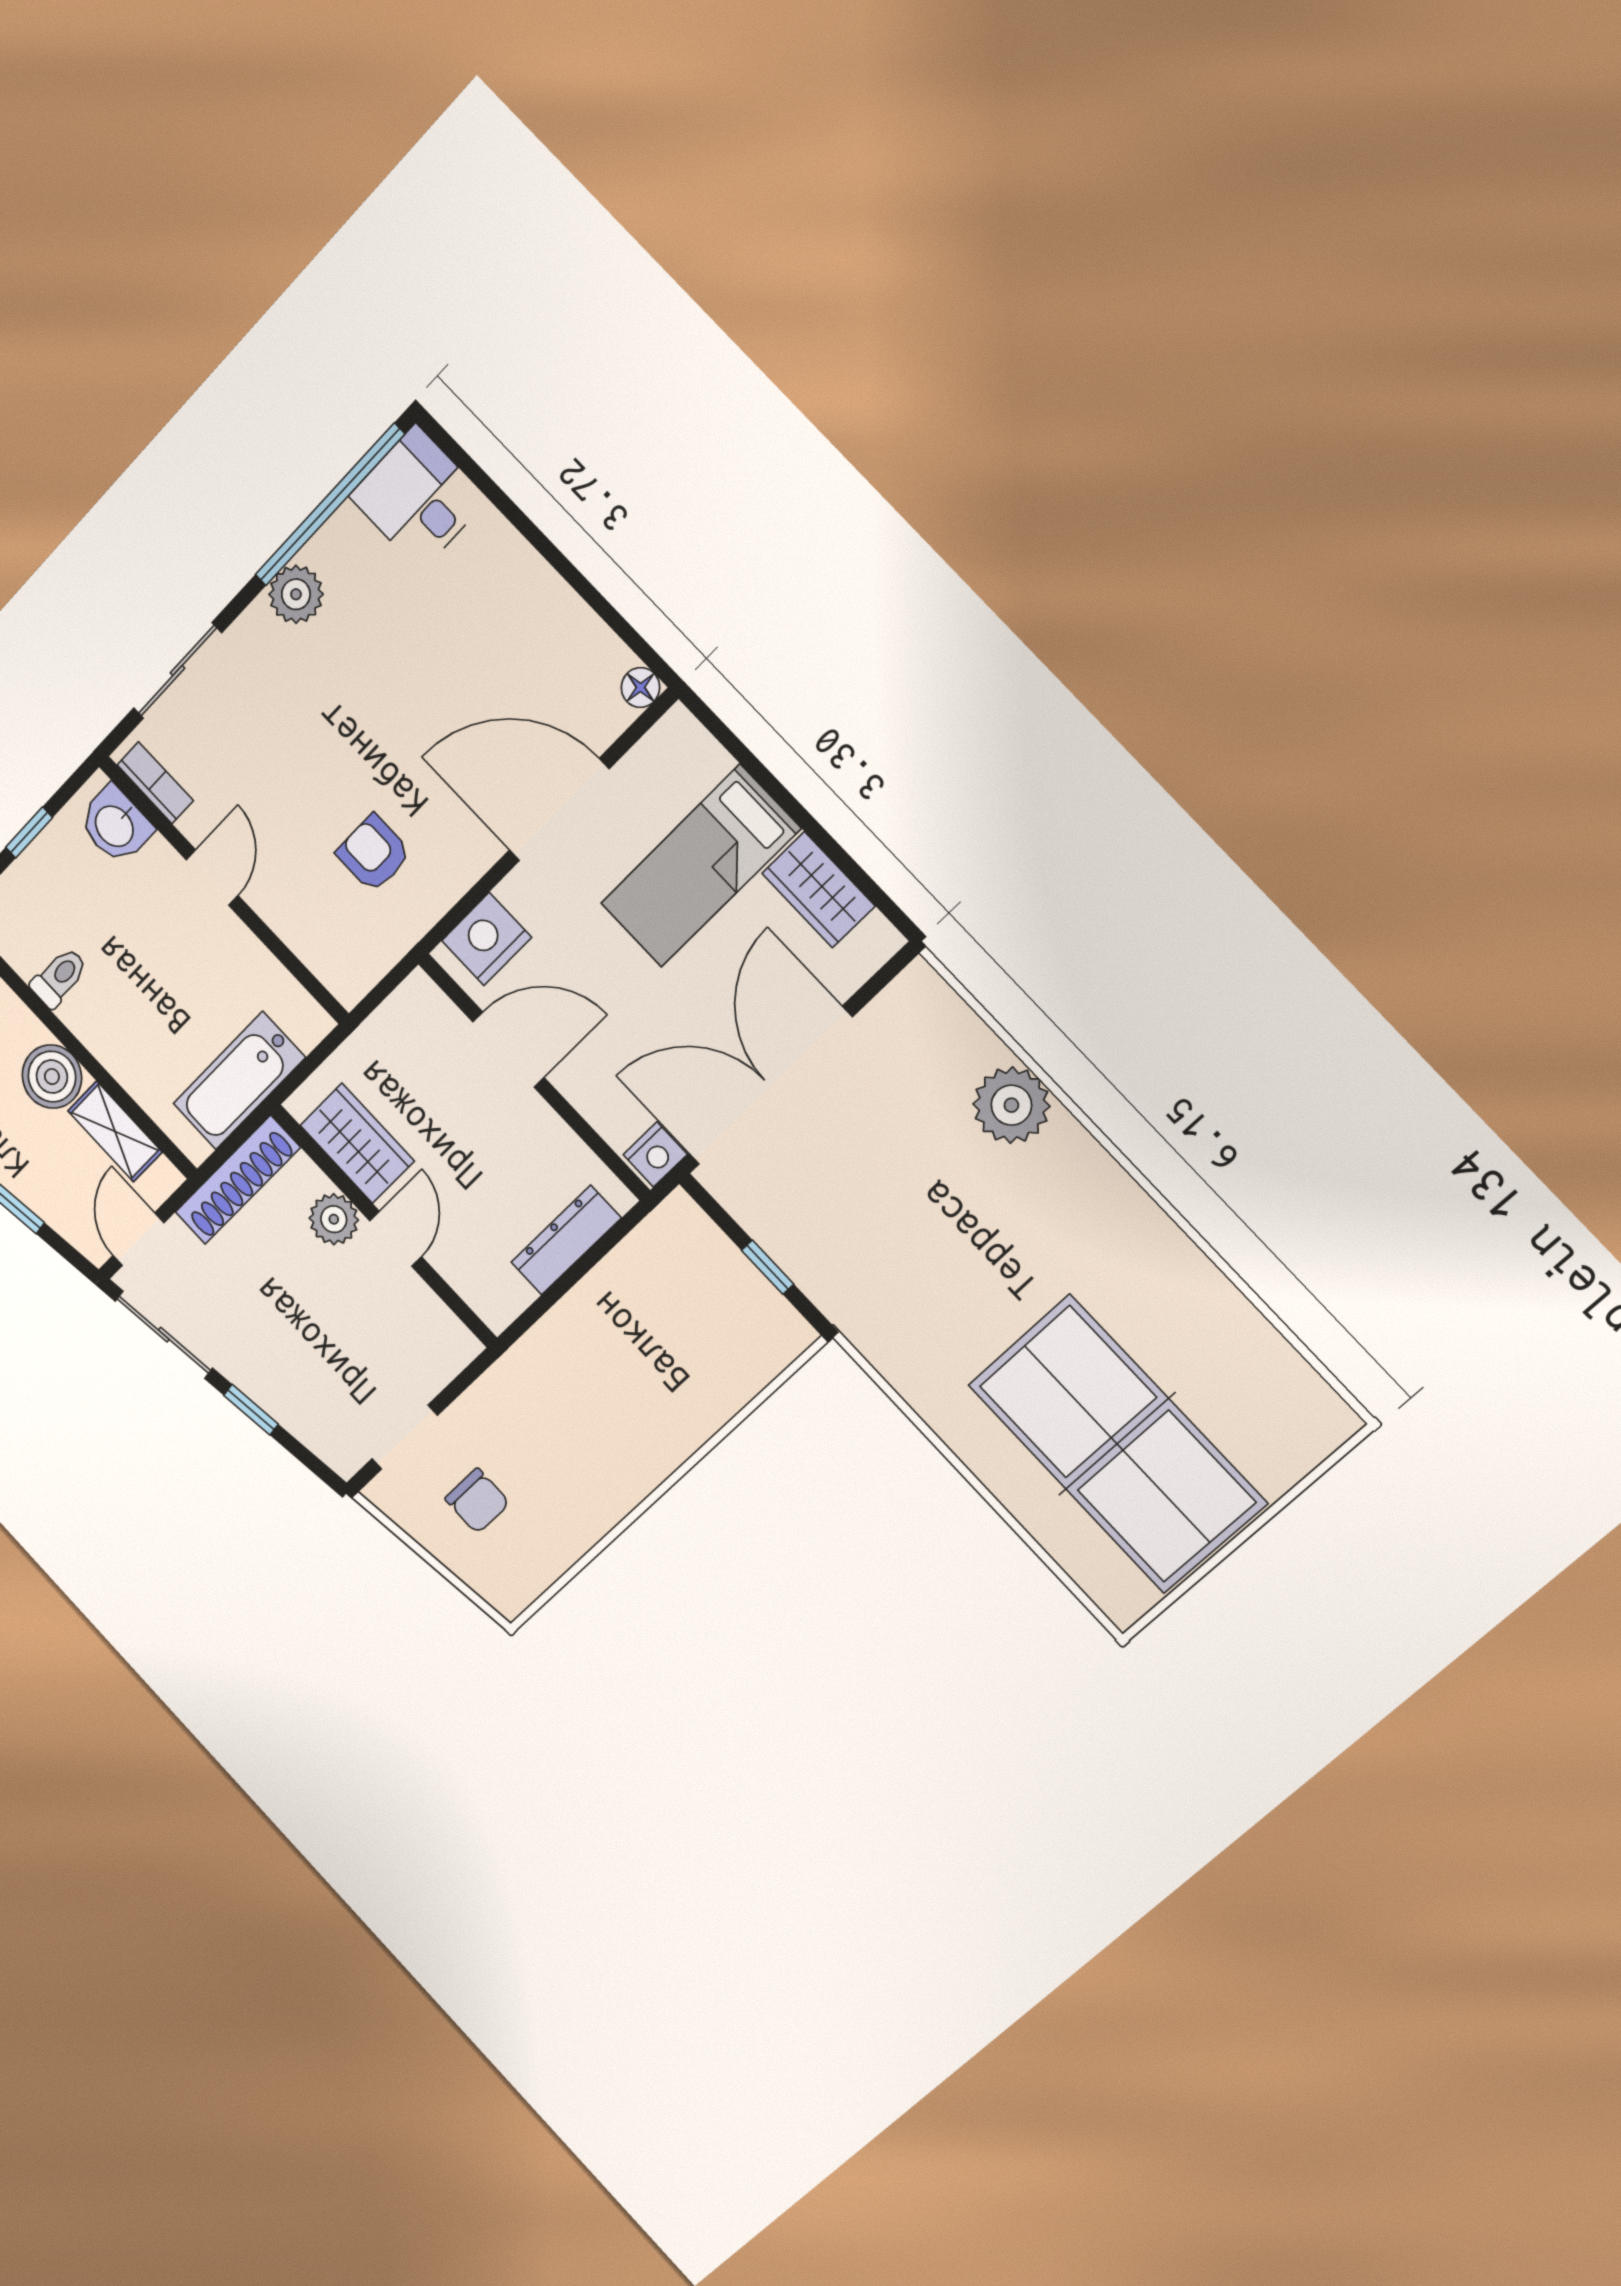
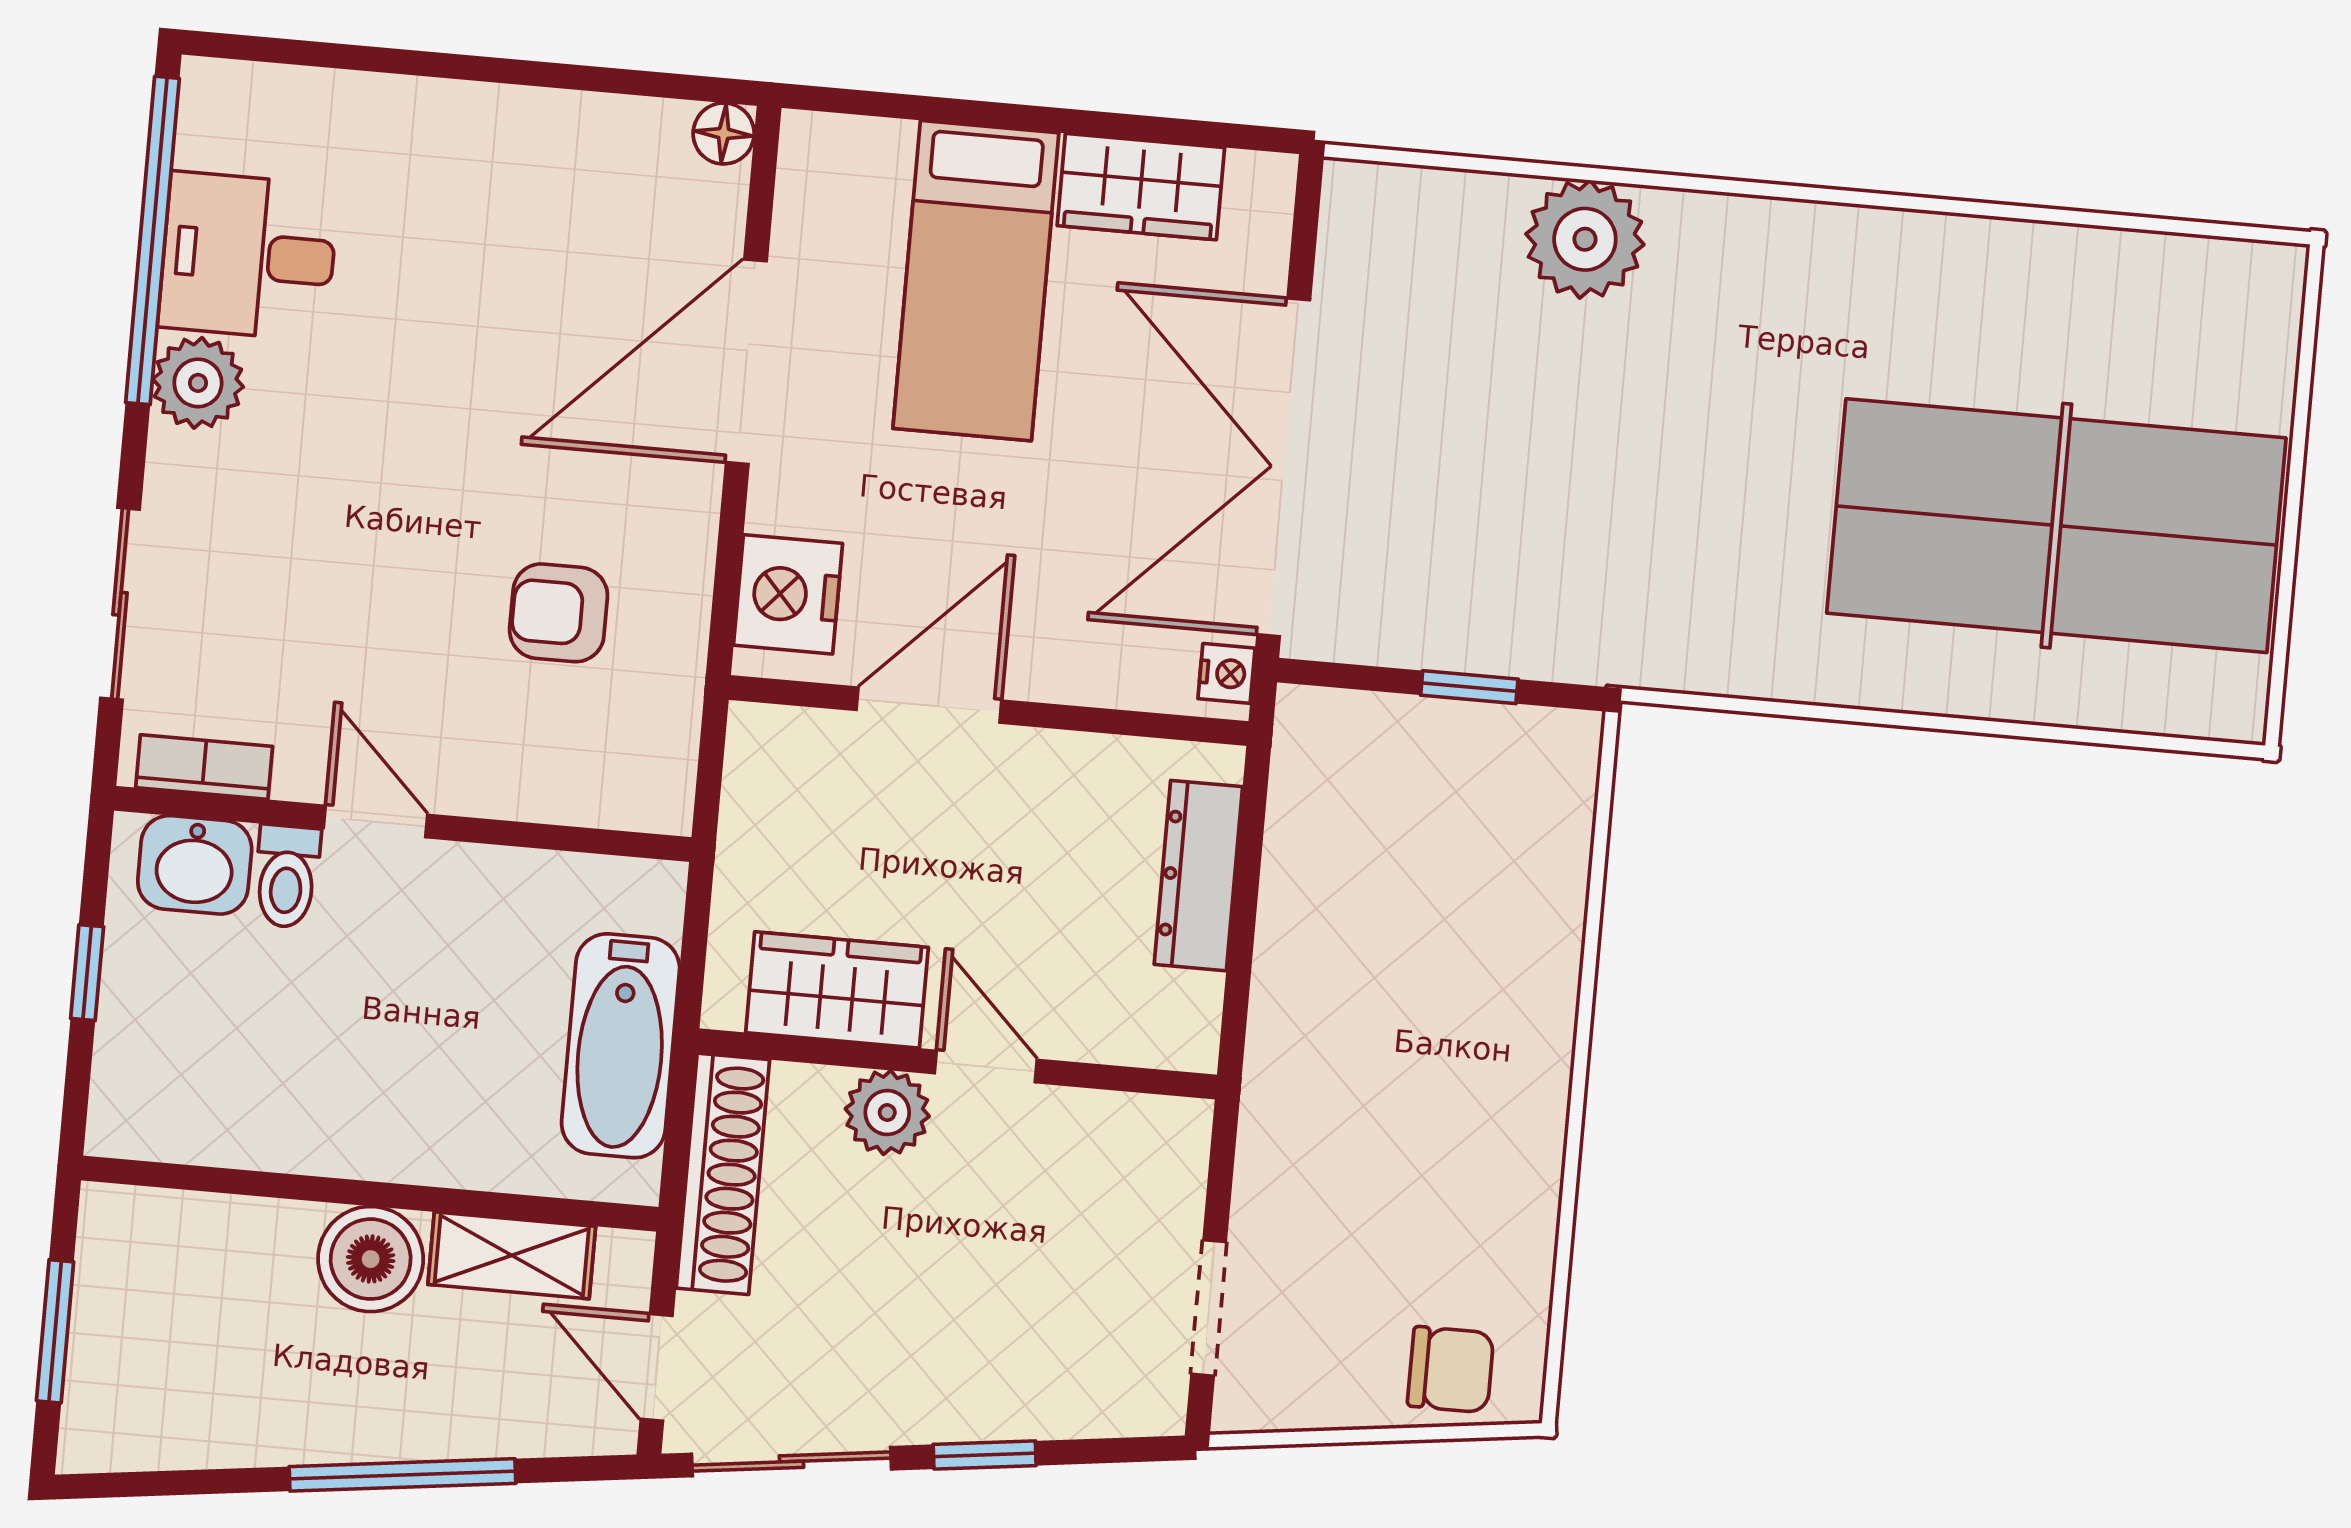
desk: (418, 498) -> (248, 256), moved
toilet: (59, 977) -> (287, 876), moved, turned 180
nightstand: (655, 1154) -> (1227, 673), width x0.72, depth x0.74
chair: (477, 1501) -> (1451, 1370), moved

